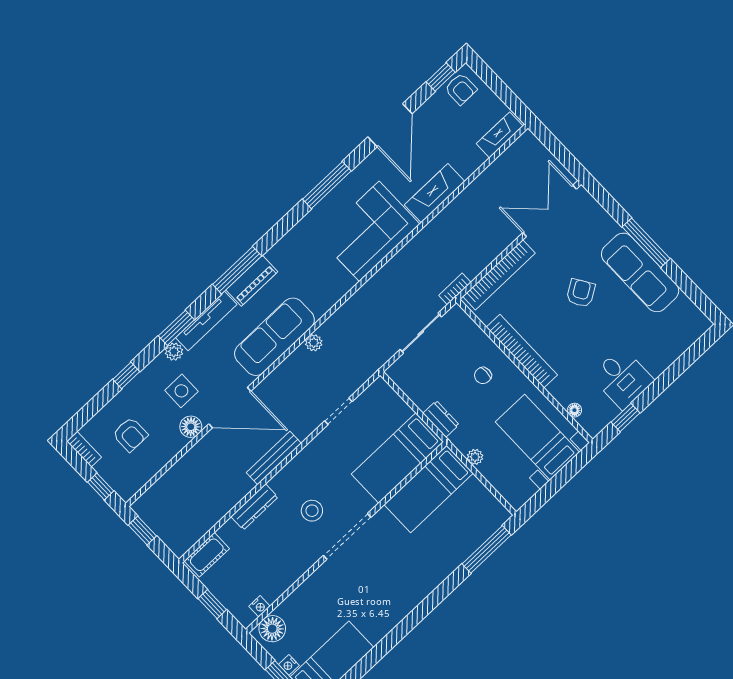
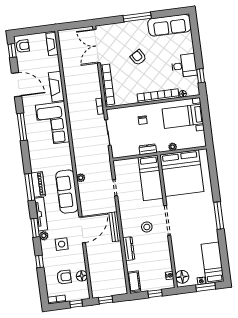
sofa: (640, 272) -> (169, 25), moved
bookcase: (522, 351) -> (158, 96), moved
floor lamp: (191, 427) -> (82, 276), moved
bed: (429, 489) -> (182, 173), width x2.04
window: (487, 549) -> (219, 216), moved

